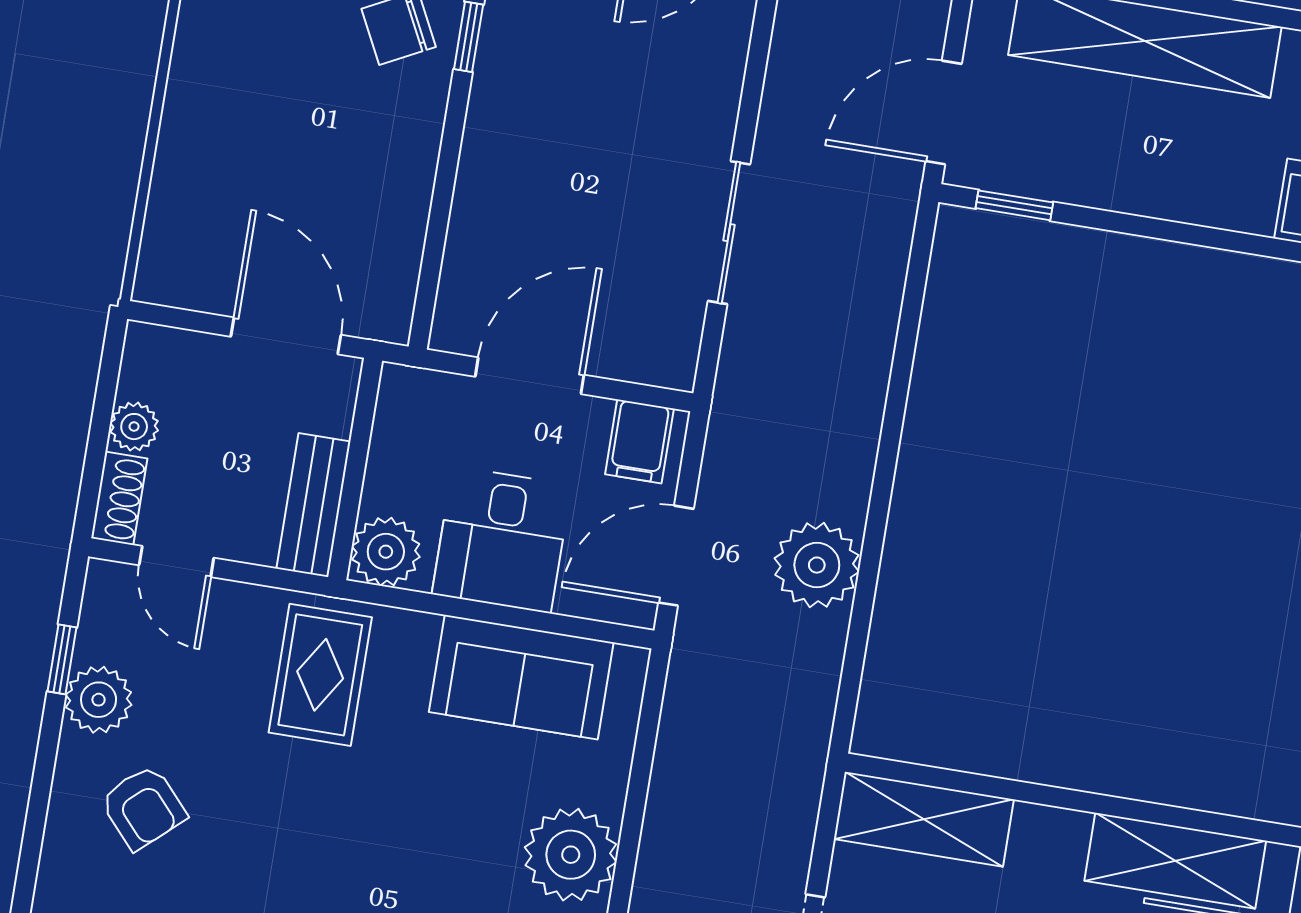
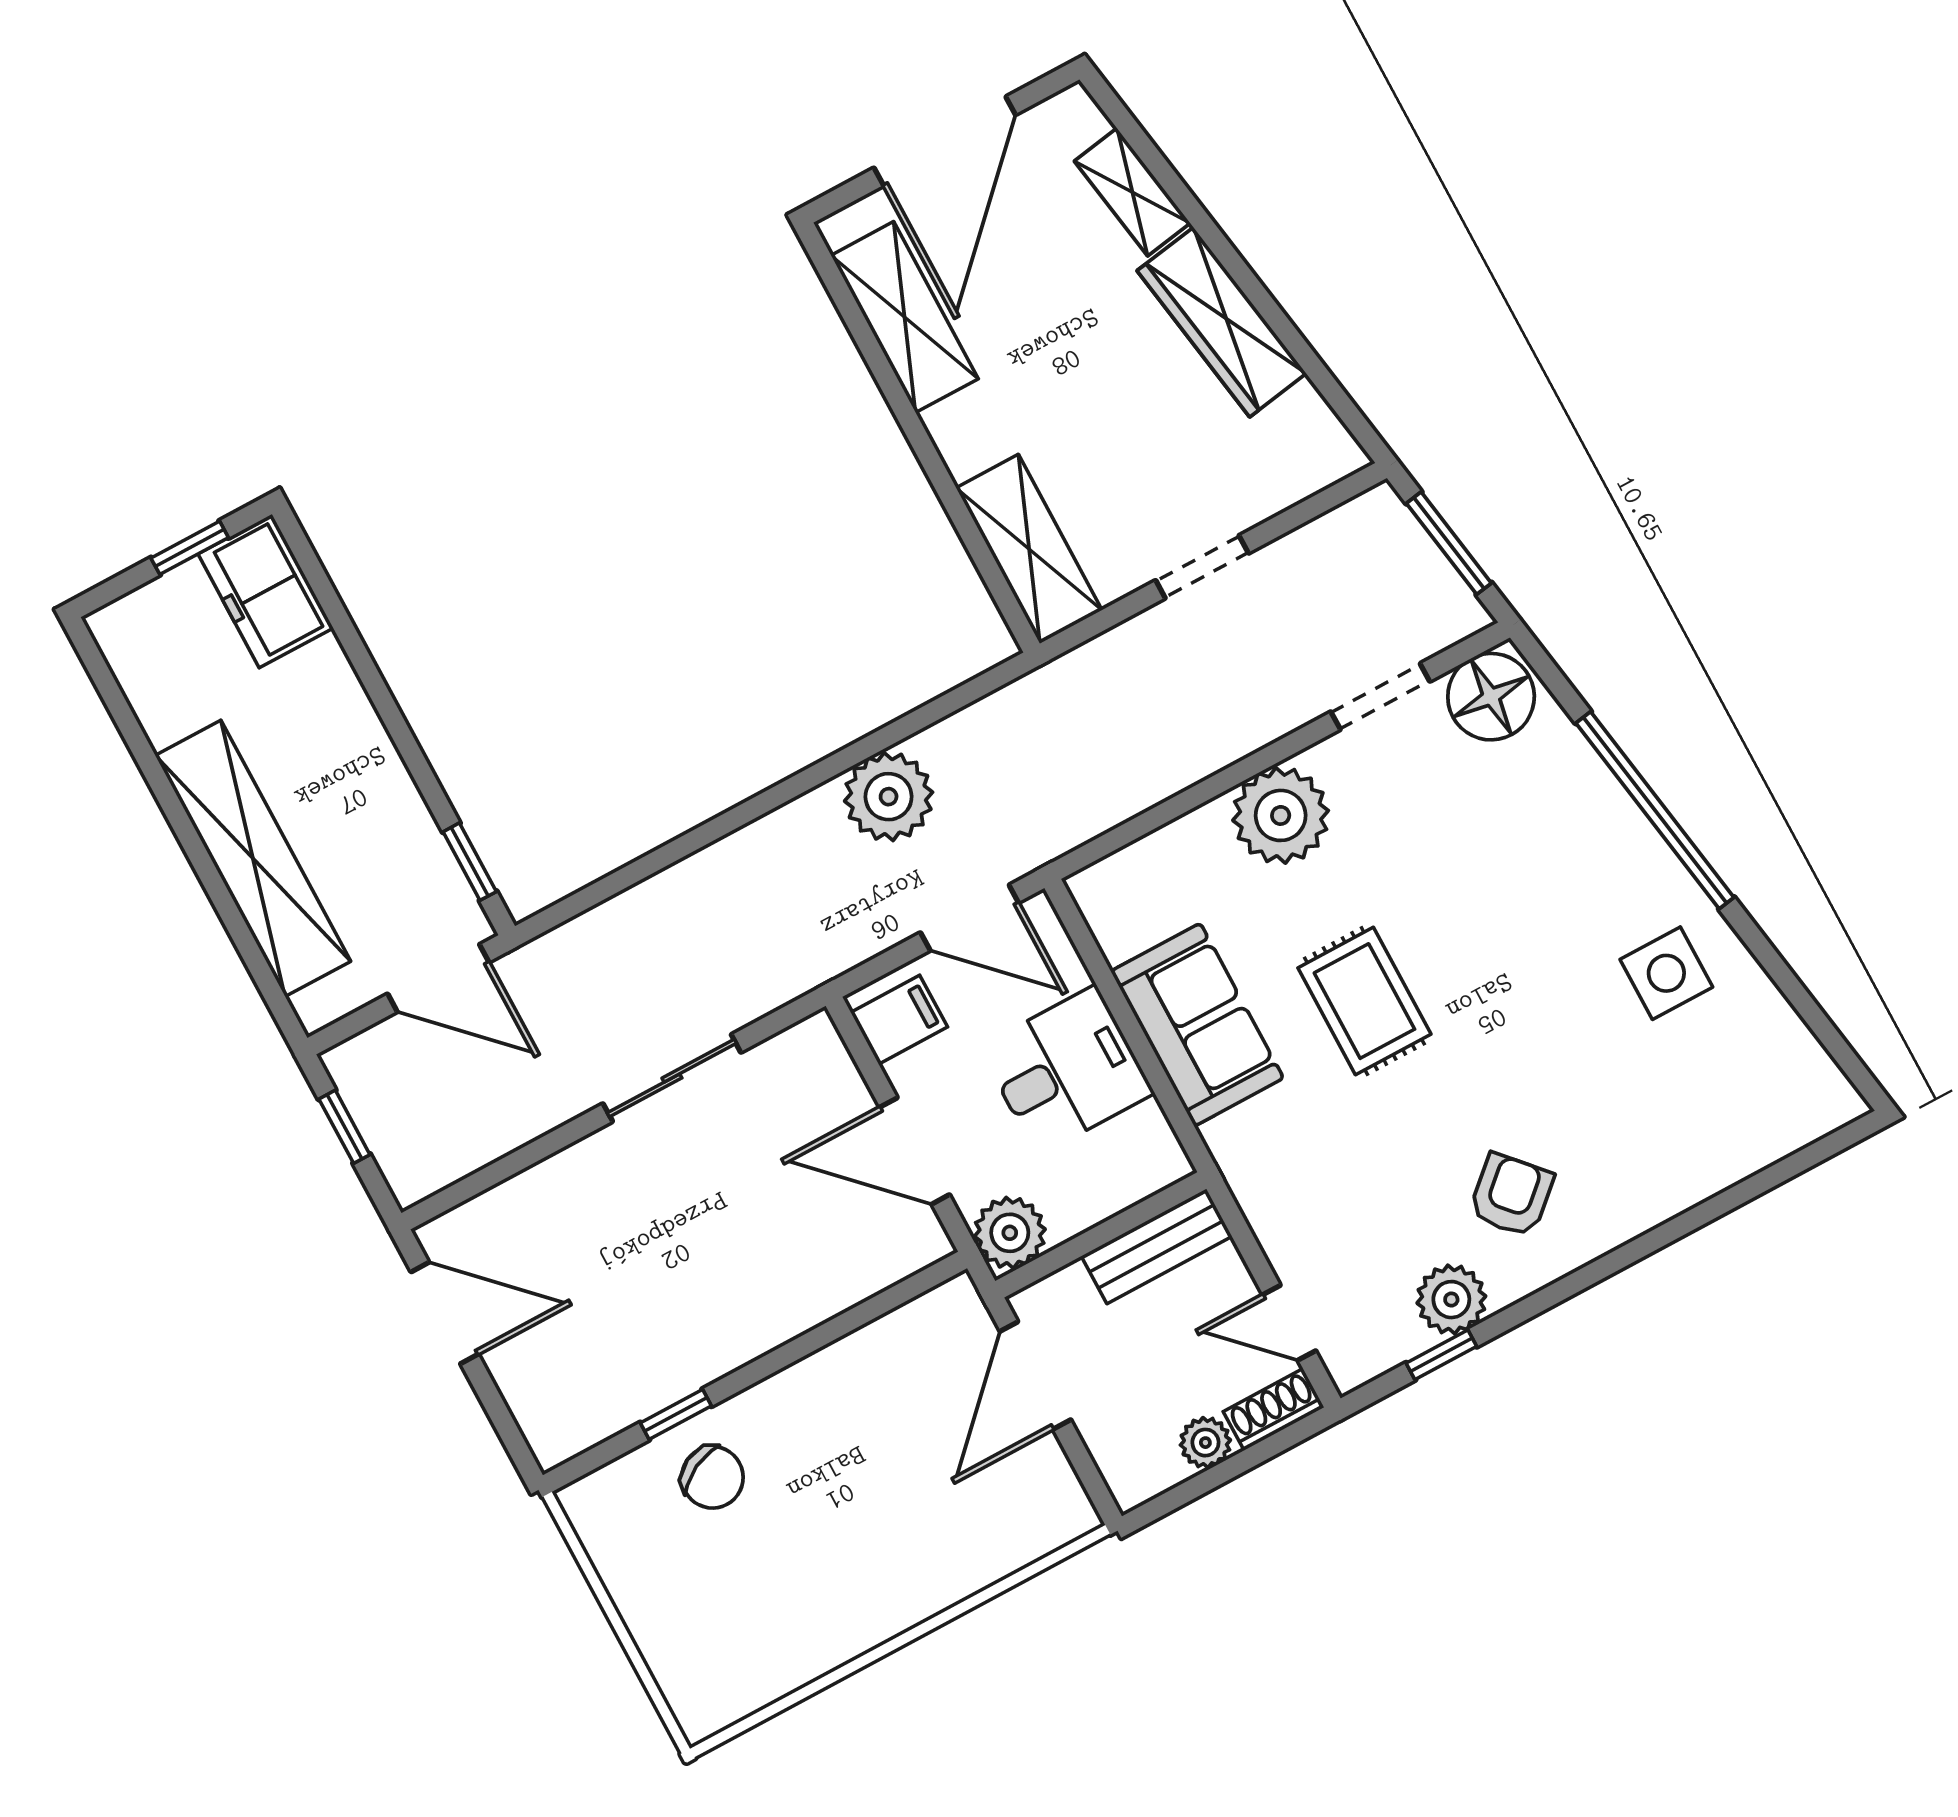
plant: (386, 552) -> (1010, 1233), moved
door: (176, 562) -> (1289, 1323), swing flipped
rug: (320, 675) -> (1364, 1001), moved, turned 90
sofa: (521, 677) -> (1197, 1025), moved

